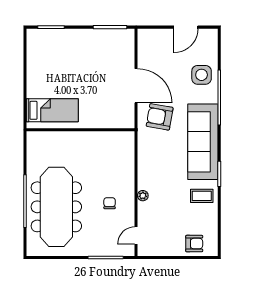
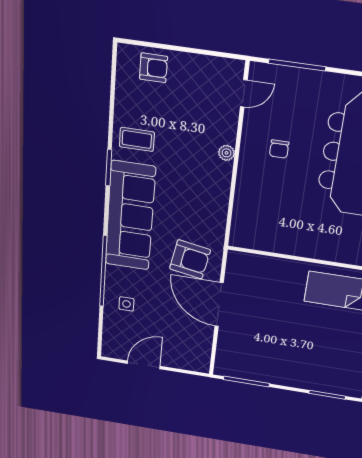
side table: (202, 75) -> (126, 304), width x0.54, depth x0.54
armchair: (194, 244) -> (154, 68), turned 180

